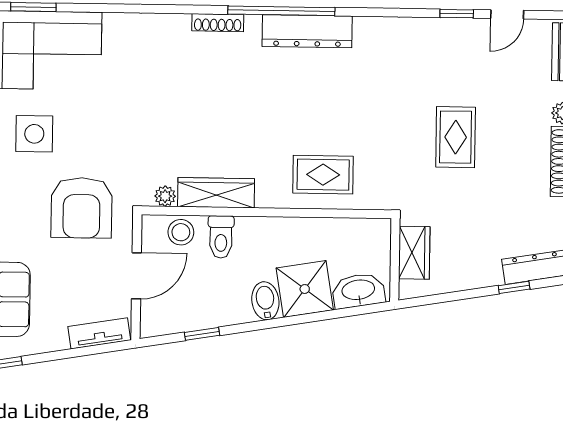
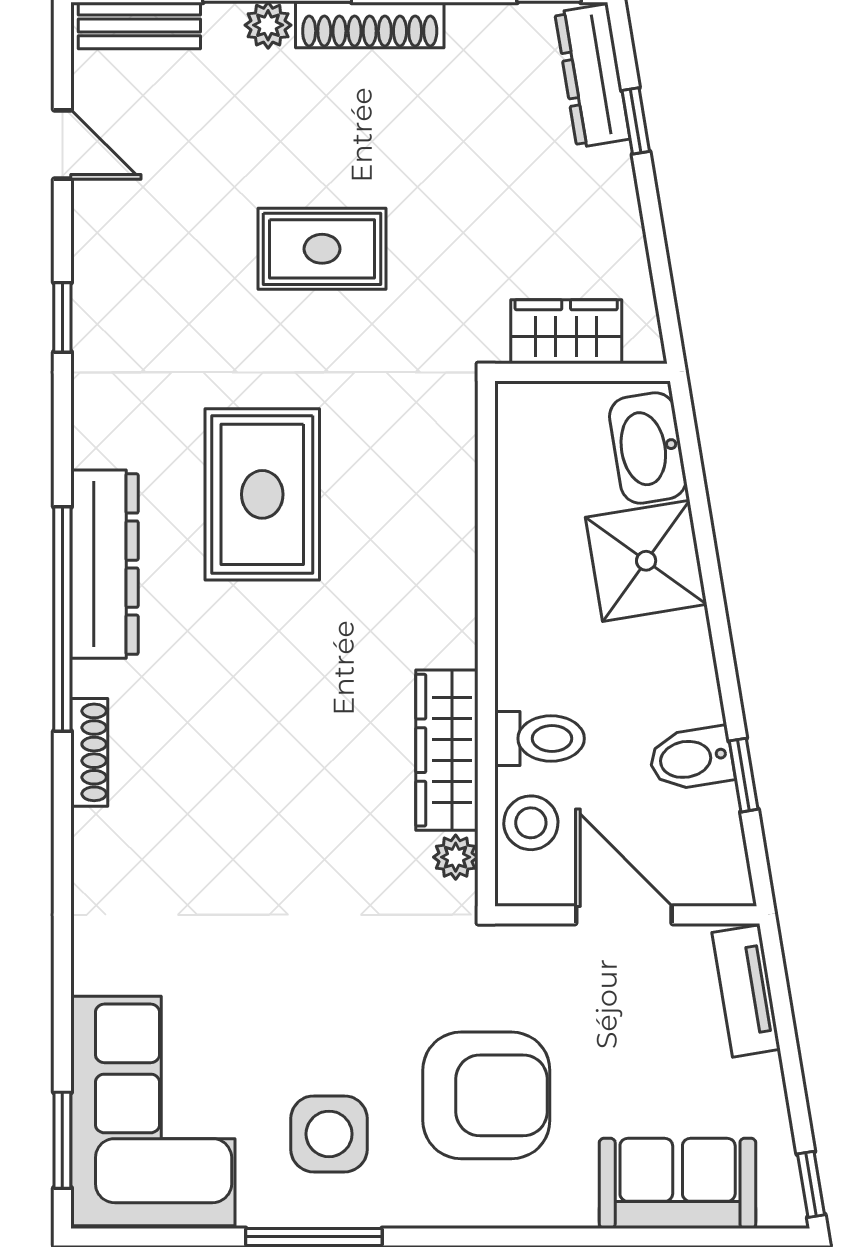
window: (457, 14) -> (62, 317), moved
rug: (323, 175) -> (262, 494), moved, width x1.36, depth x1.43
armchair: (82, 208) -> (486, 1095), moved
bidet: (265, 301) -> (691, 758), moved

